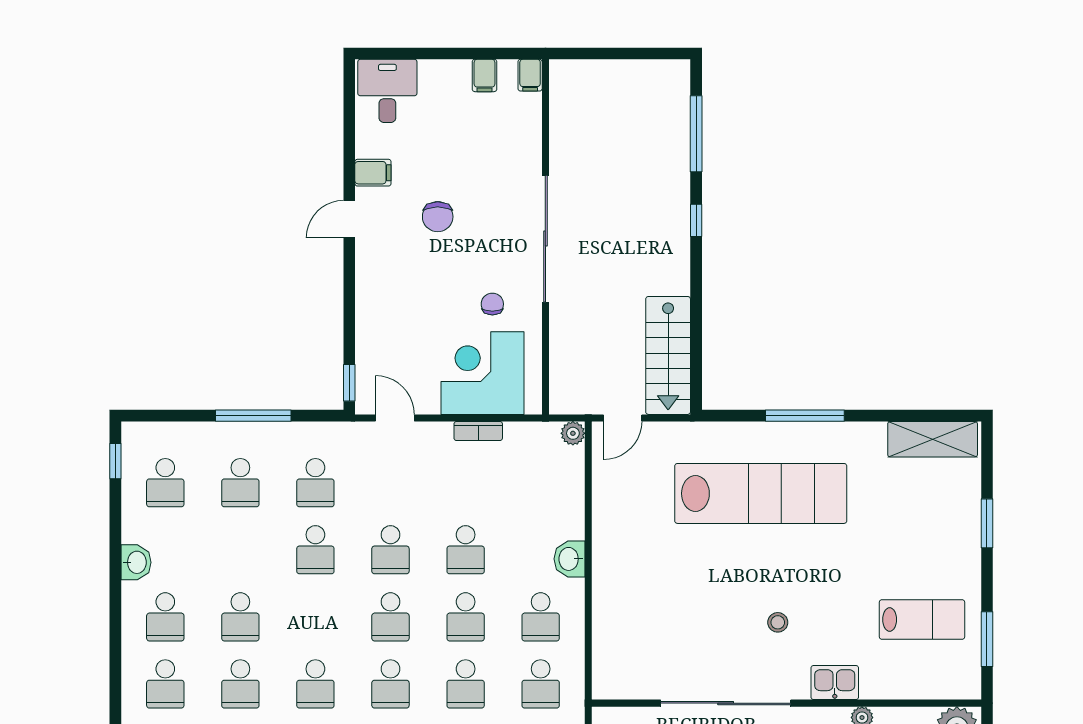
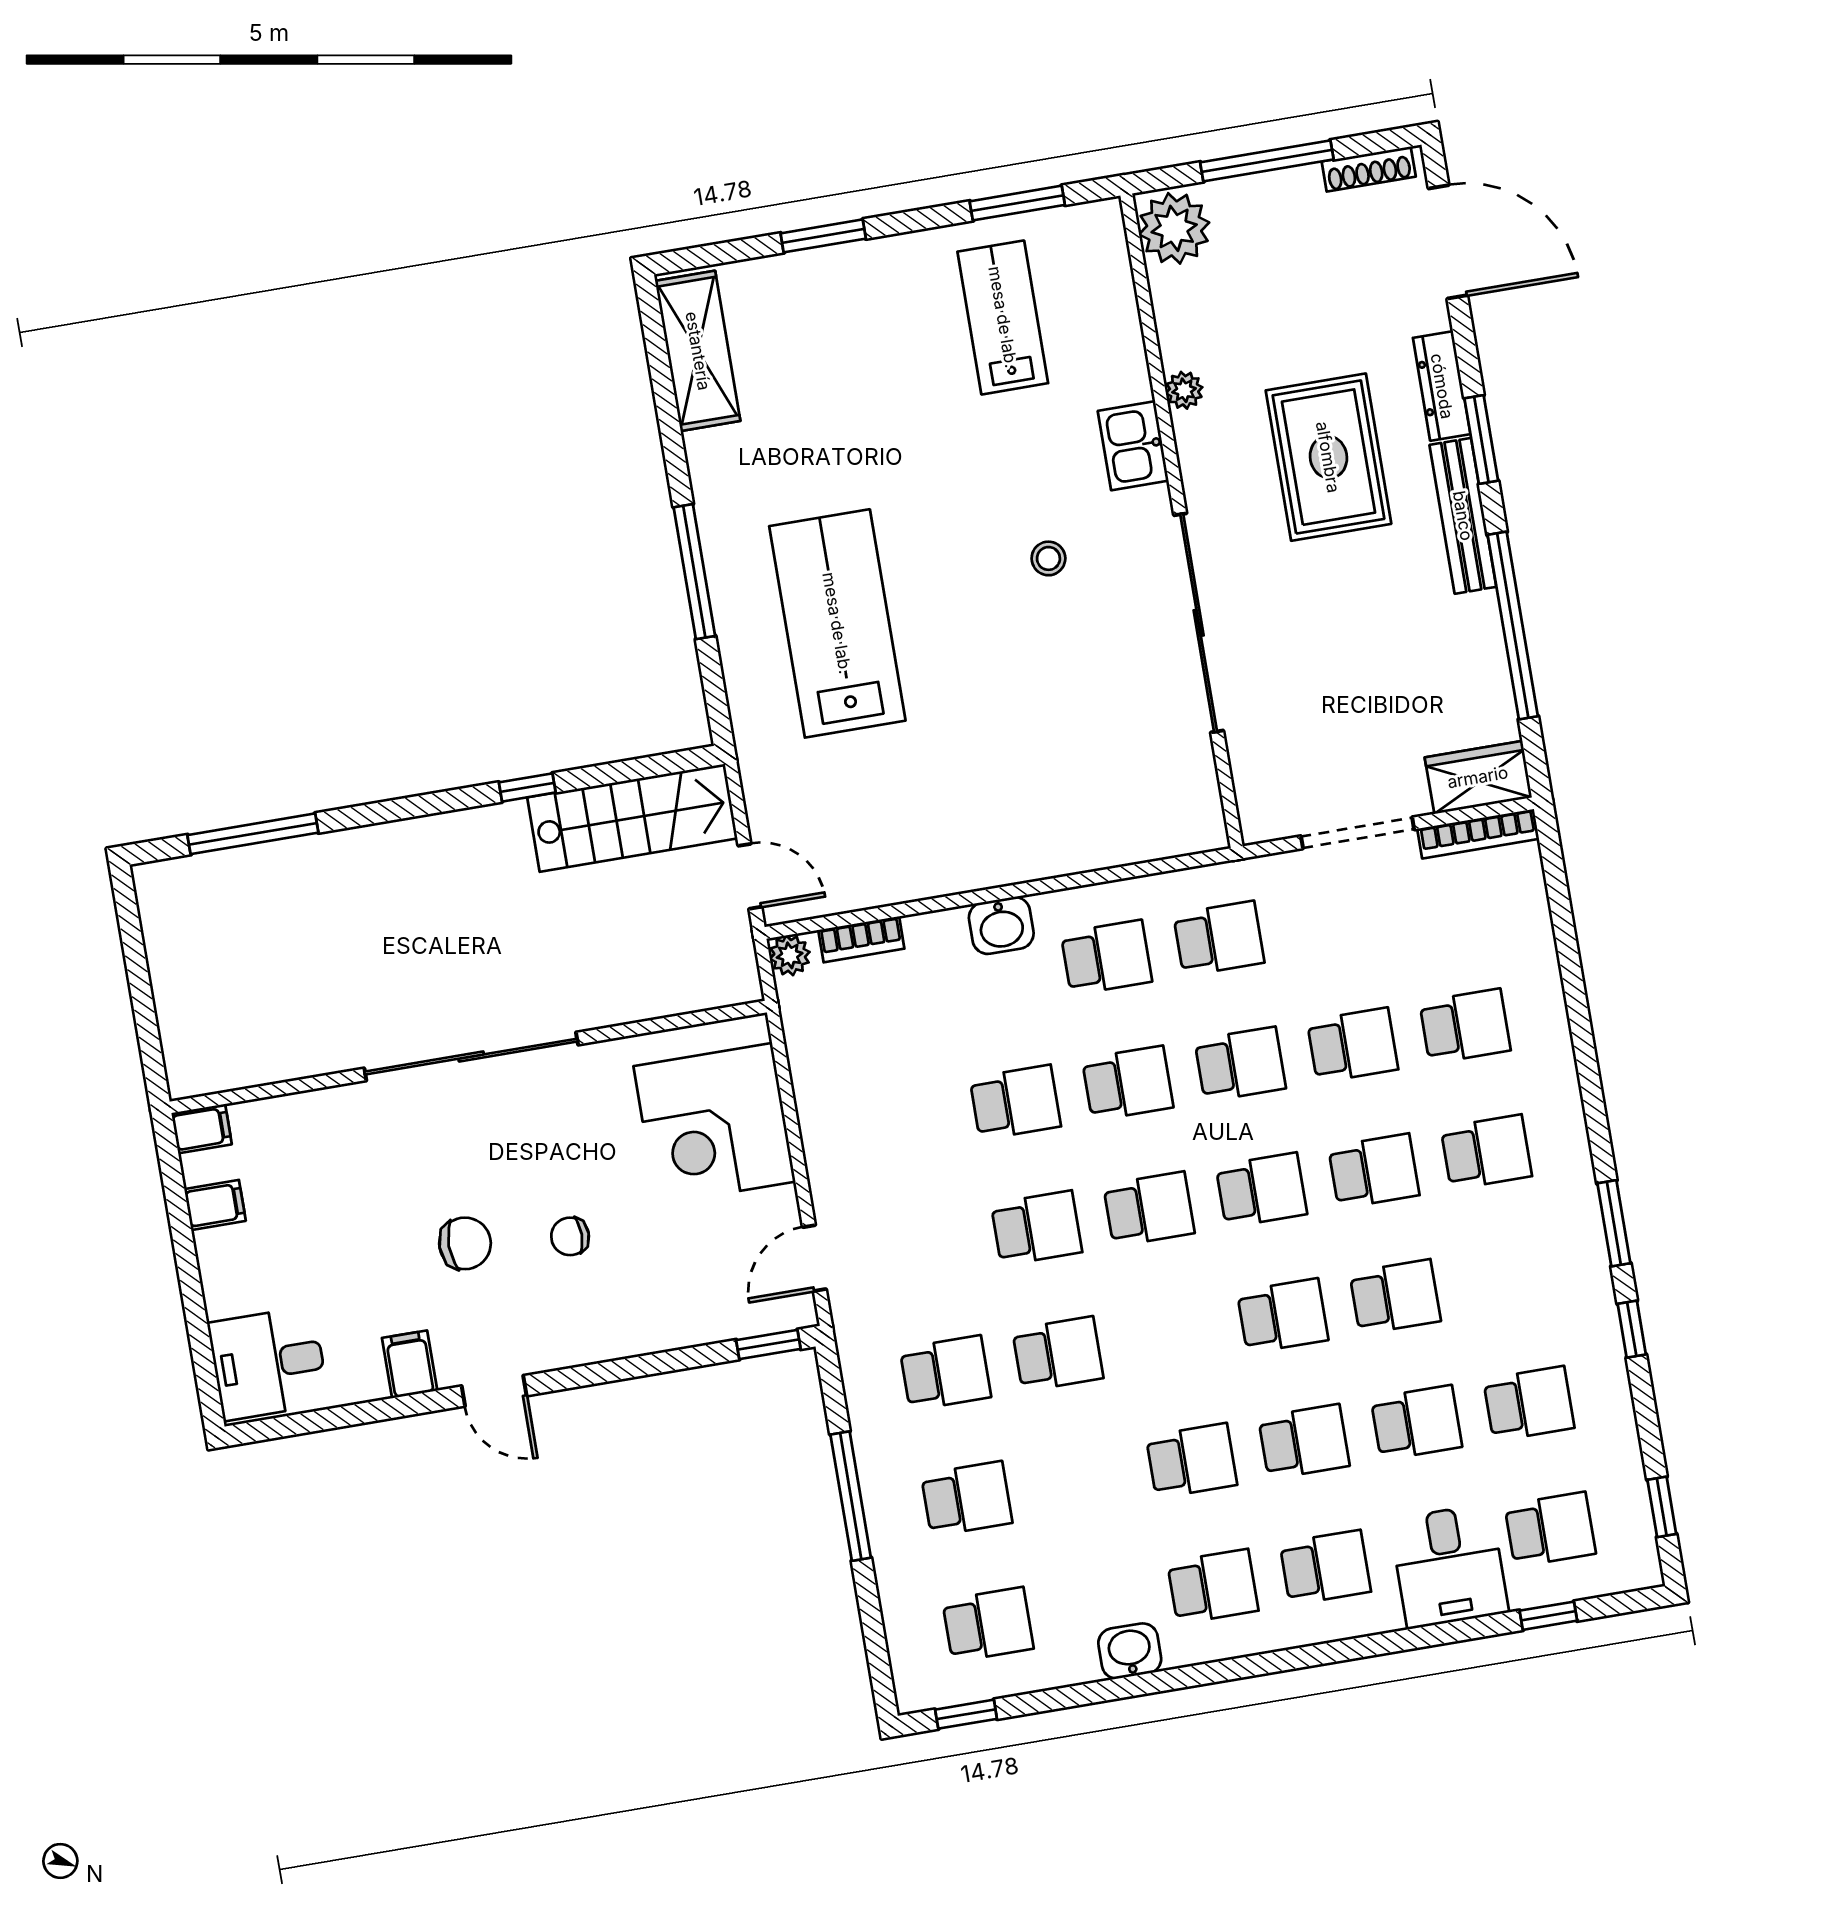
window: (696, 220) -> (527, 787), moved
chair: (492, 304) -> (570, 1236), moved
bookcase: (478, 431) -> (861, 939), moved, turned 90
lab bench: (761, 493) -> (837, 623), width x0.73

